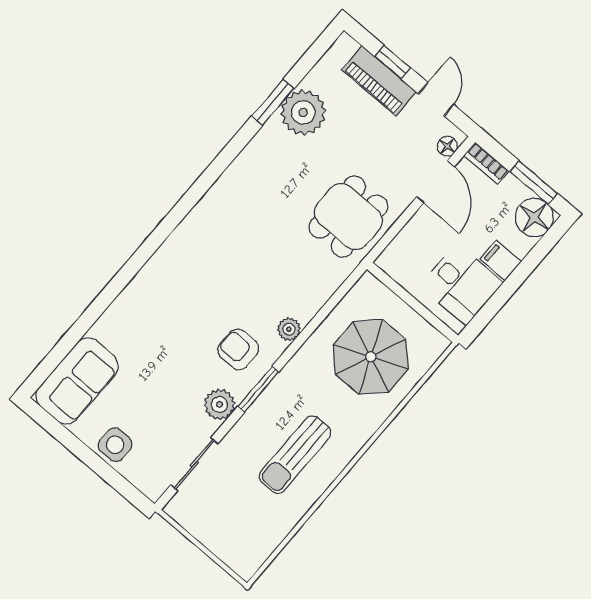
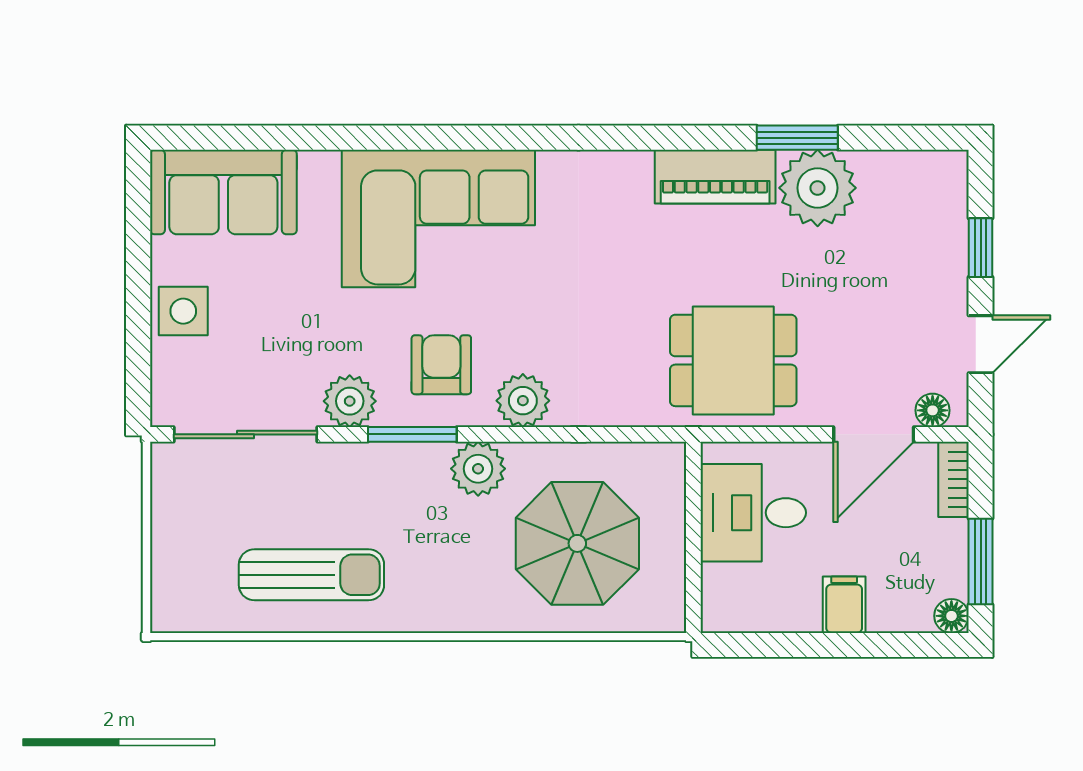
piano: (379, 81) -> (715, 177), moved, turned -90
floor lamp: (534, 218) -> (951, 616), width x0.53, depth x0.53
desk: (461, 284) -> (753, 513), moved, turned 90
corner sofa: (171, 295) -> (438, 218), added
plant: (289, 329) -> (523, 401), width x1.38, depth x1.38
plant: (299, 373) -> (478, 469), added
sun lounger: (295, 455) -> (311, 575), moved, turned 180
sliding door: (194, 464) -> (245, 434), width x1.37

